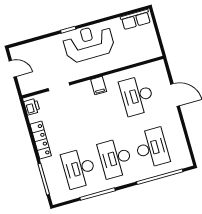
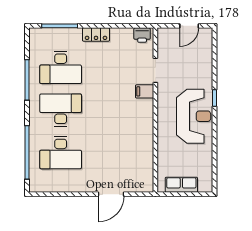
row of seats: (136, 19) -> (181, 185), moved, turned 90
filing cabinet: (99, 86) -> (145, 91), moved
desk: (137, 96) -> (122, 153), removed
locker: (41, 140) -> (96, 34), width x0.66
desk: (79, 168) -> (61, 67), turned 180

